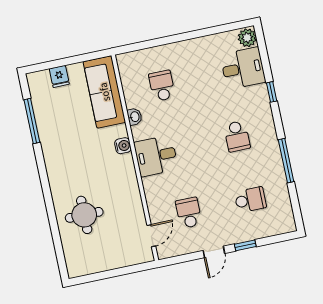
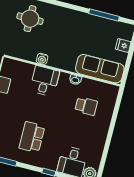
school desk: (237, 136) -> (32, 137), width x1.85
water cooler: (123, 146) -> (42, 59), moved

